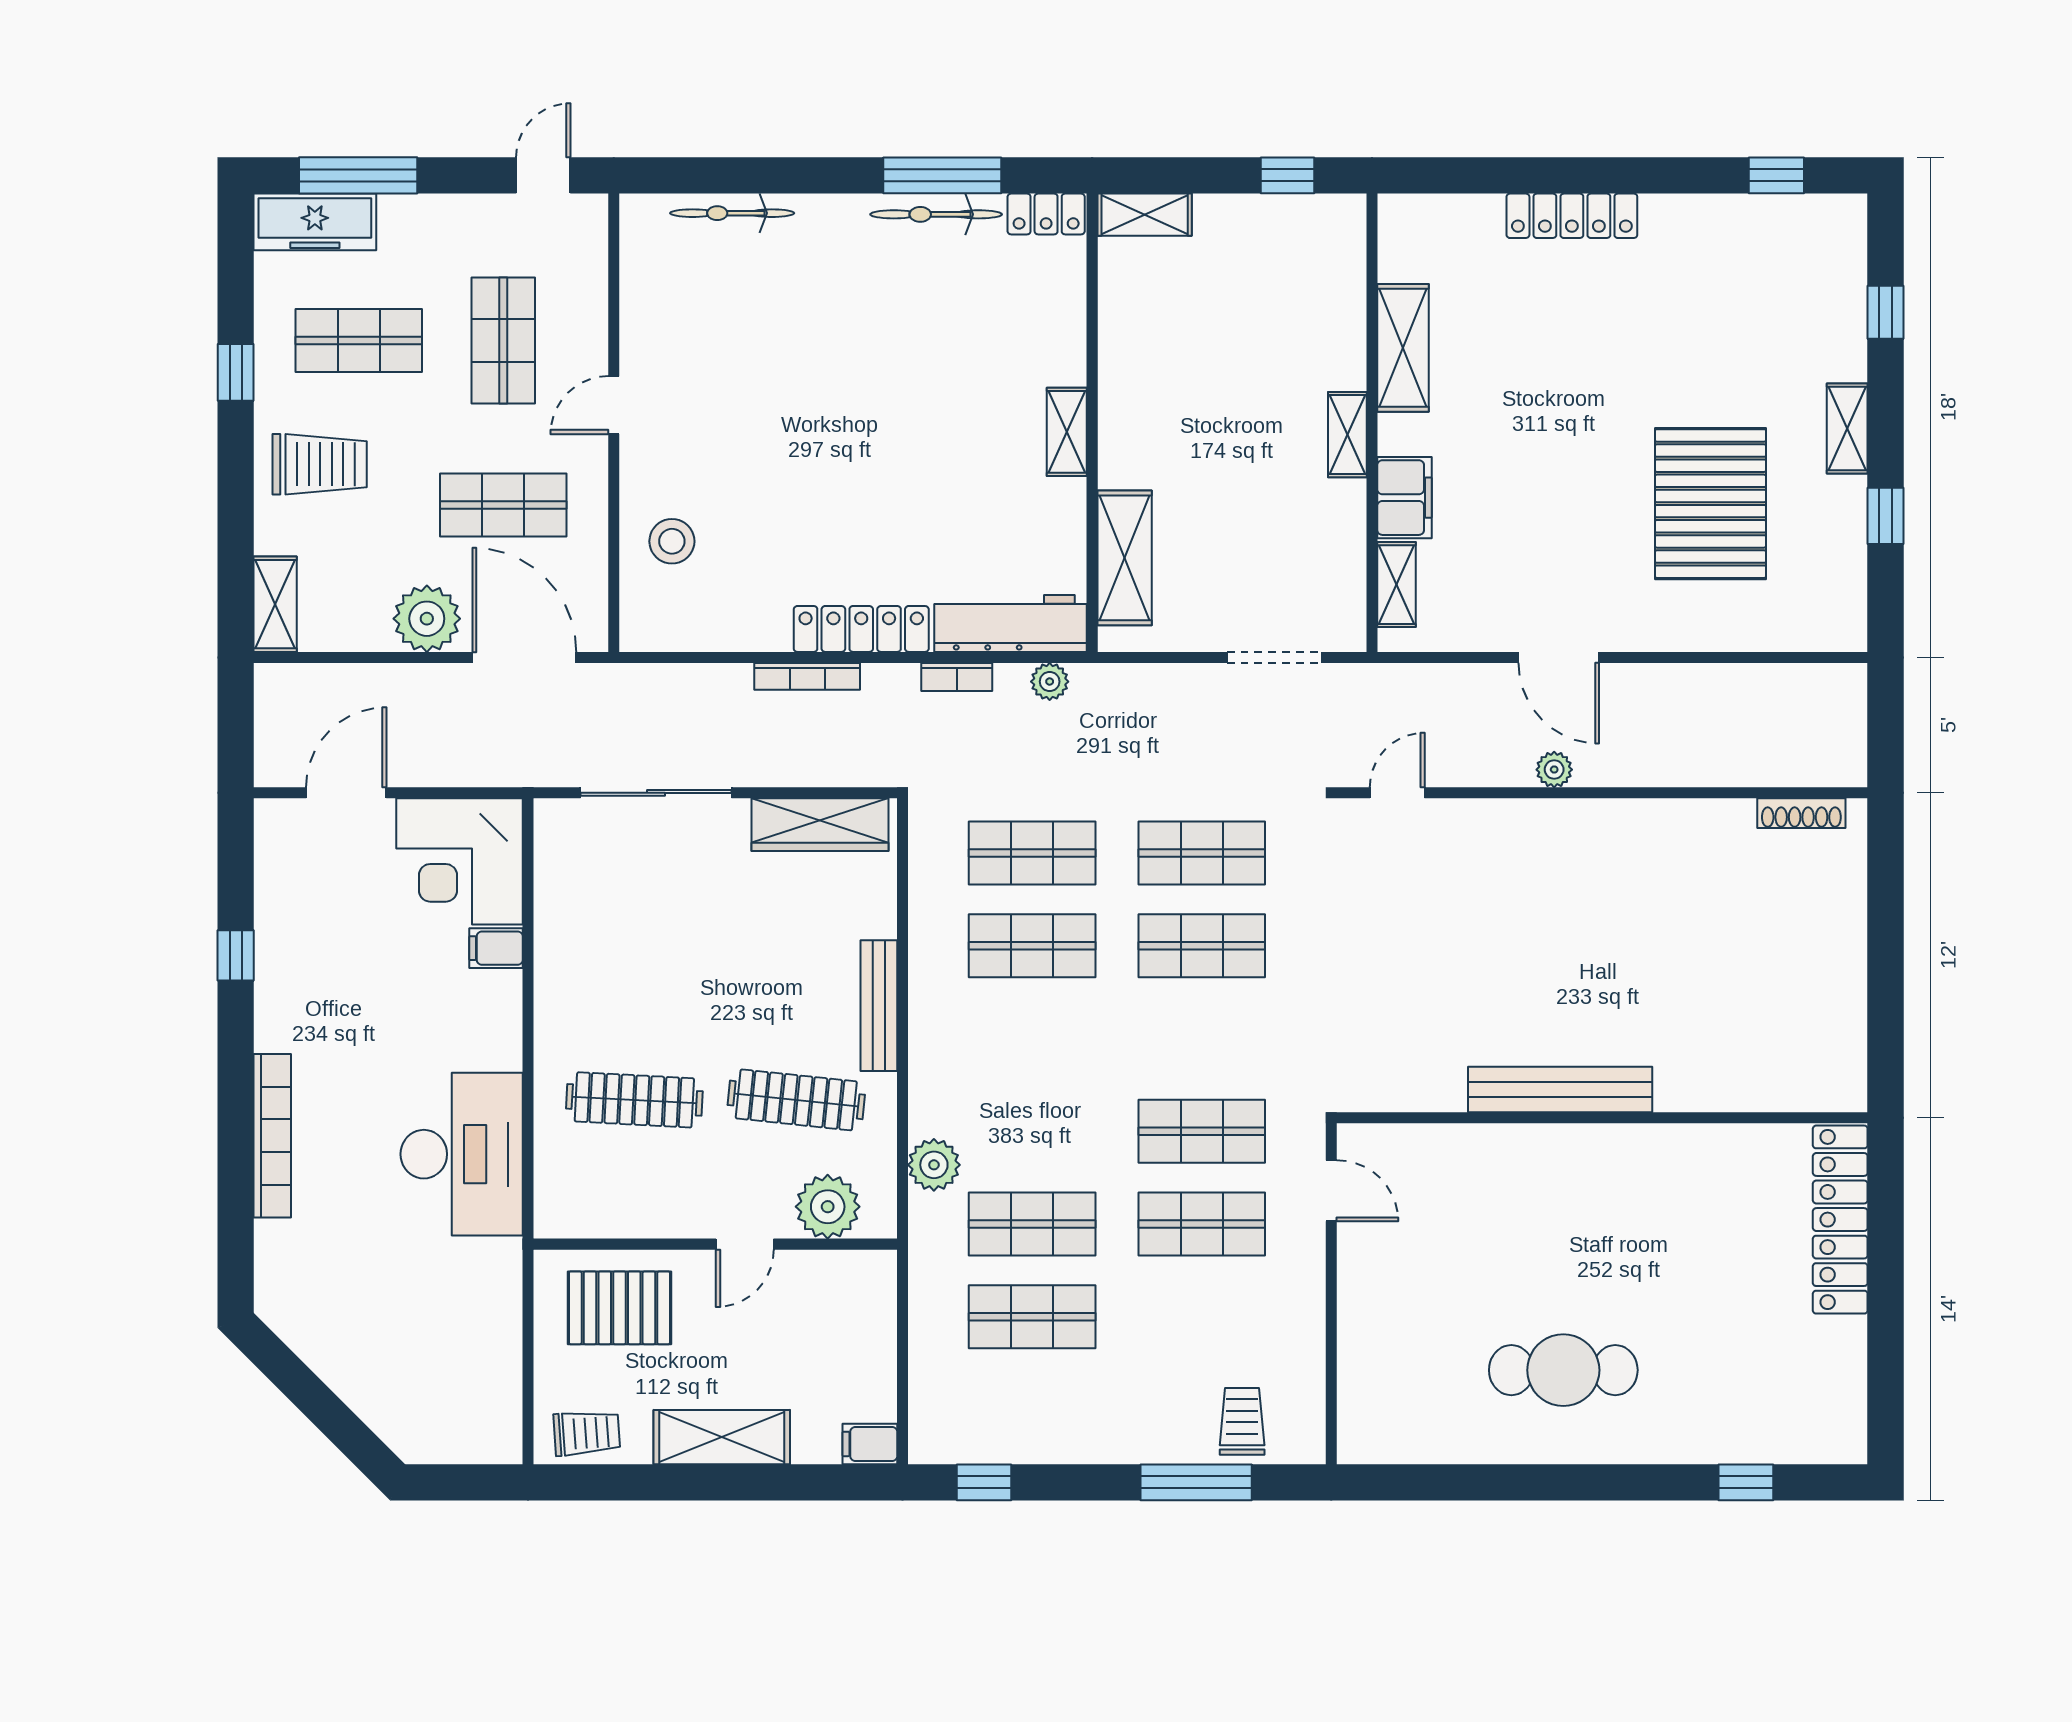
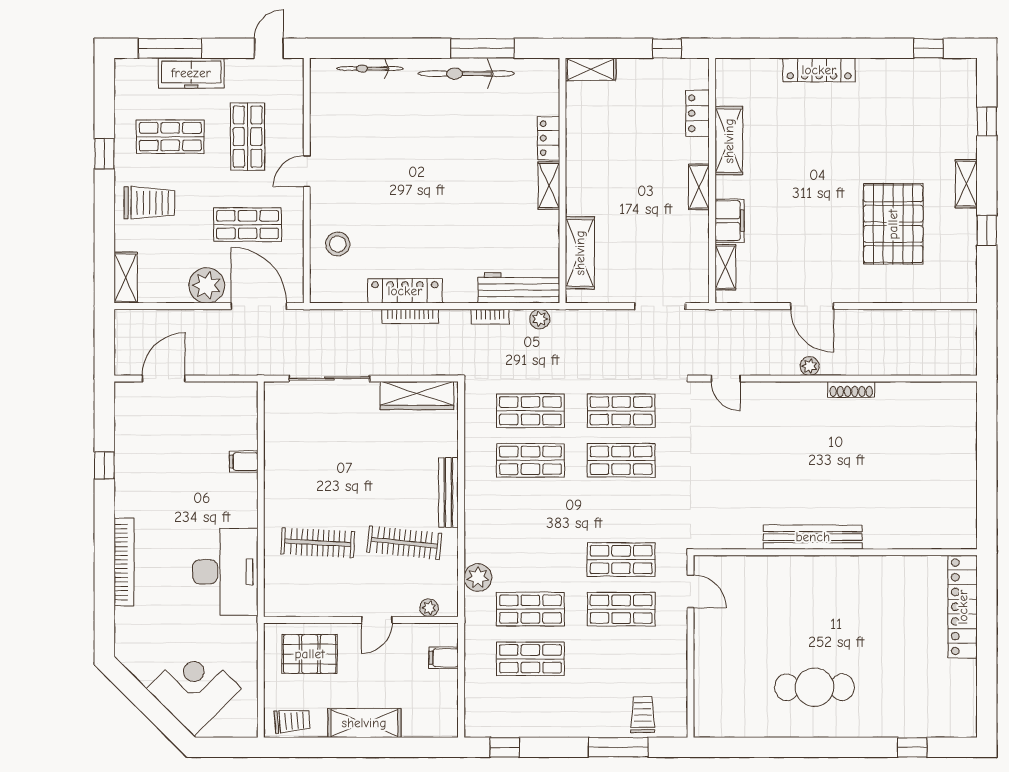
bicycle: (936, 214) -> (466, 74), width x1.37, depth x1.40
locker: (1046, 214) -> (549, 138), moved, turned 90
freezer: (315, 222) -> (191, 73), moved
locker: (1345, 297) -> (698, 113), added
locker: (861, 629) -> (405, 291), moved
door: (1397, 793) -> (726, 379), swing flipped
shoe rack: (1801, 813) -> (851, 389), moved
corner desk: (459, 861) -> (194, 689), moved, turned 135
plant: (828, 1207) -> (429, 608), width x0.53, depth x0.53
filing cabinet: (870, 1444) -> (444, 658), moved

